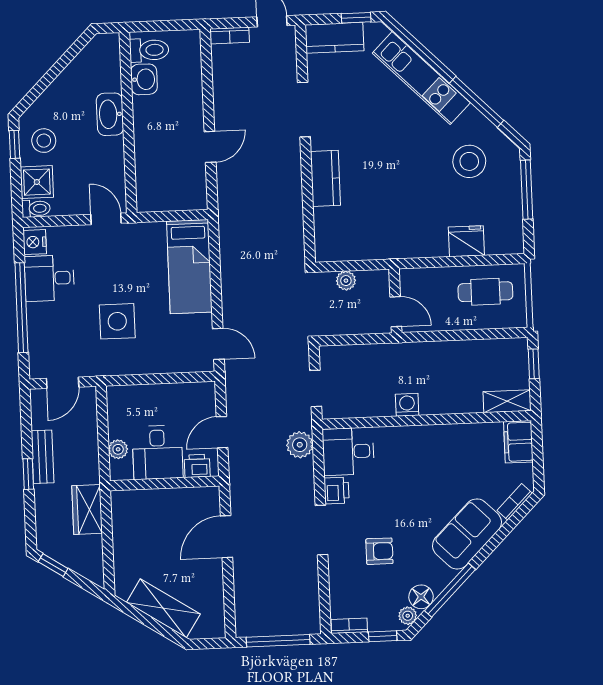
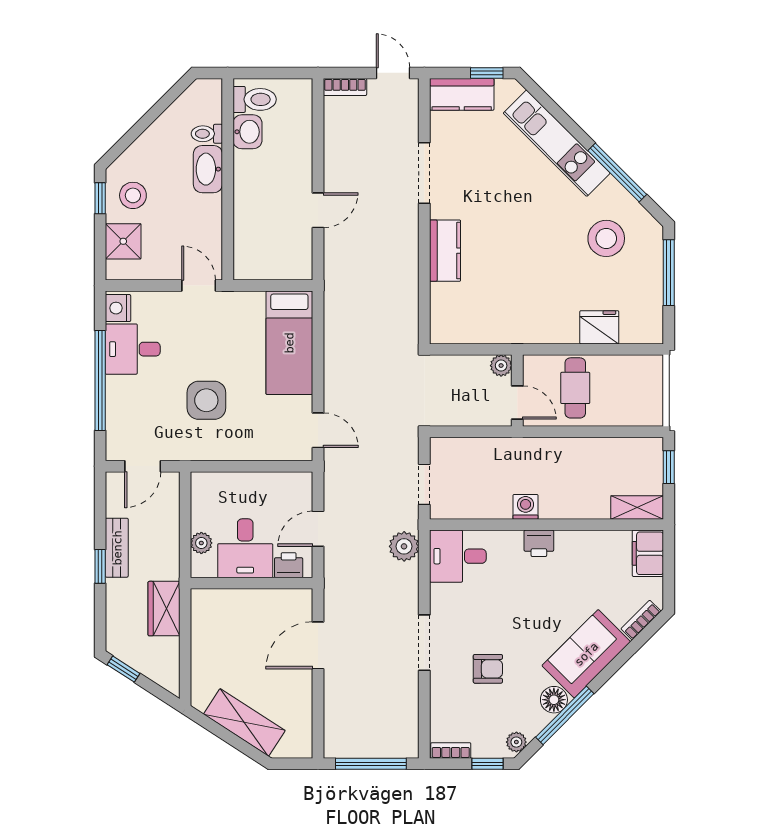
toilet: (36, 208) -> (207, 134), moved, turned 180
plant: (346, 281) -> (501, 366), moved
cafe table: (485, 292) -> (575, 388), moved, turned 90
printer: (337, 490) -> (539, 543), moved, turned 90
floor lamp: (421, 597) -> (554, 700), moved

